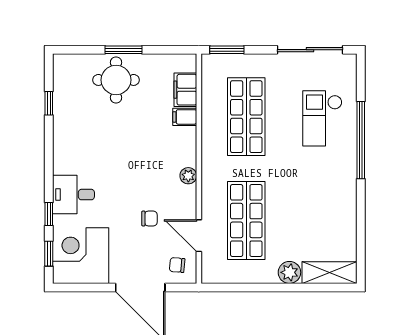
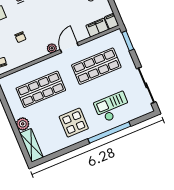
filing cabinet: (185, 117) -> (112, 21), moved
display table: (321, 190) -> (74, 123), added
door: (199, 236) -> (69, 48), moved

